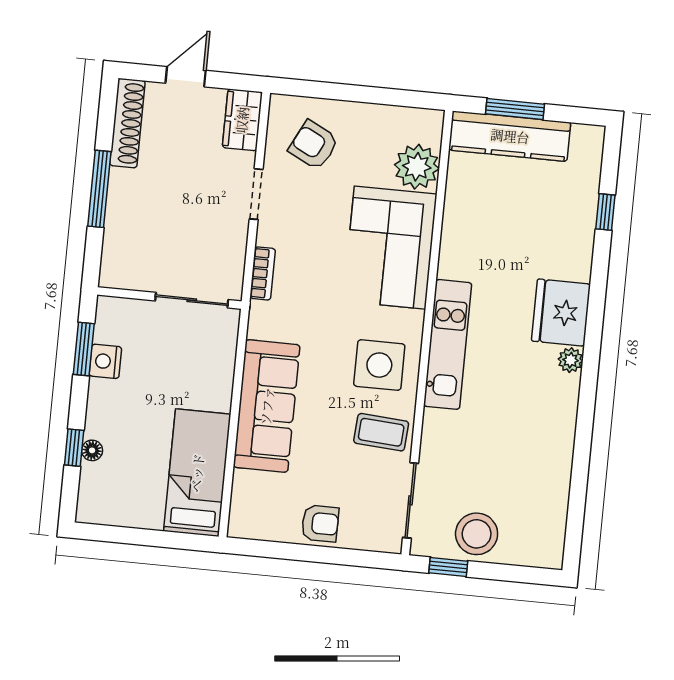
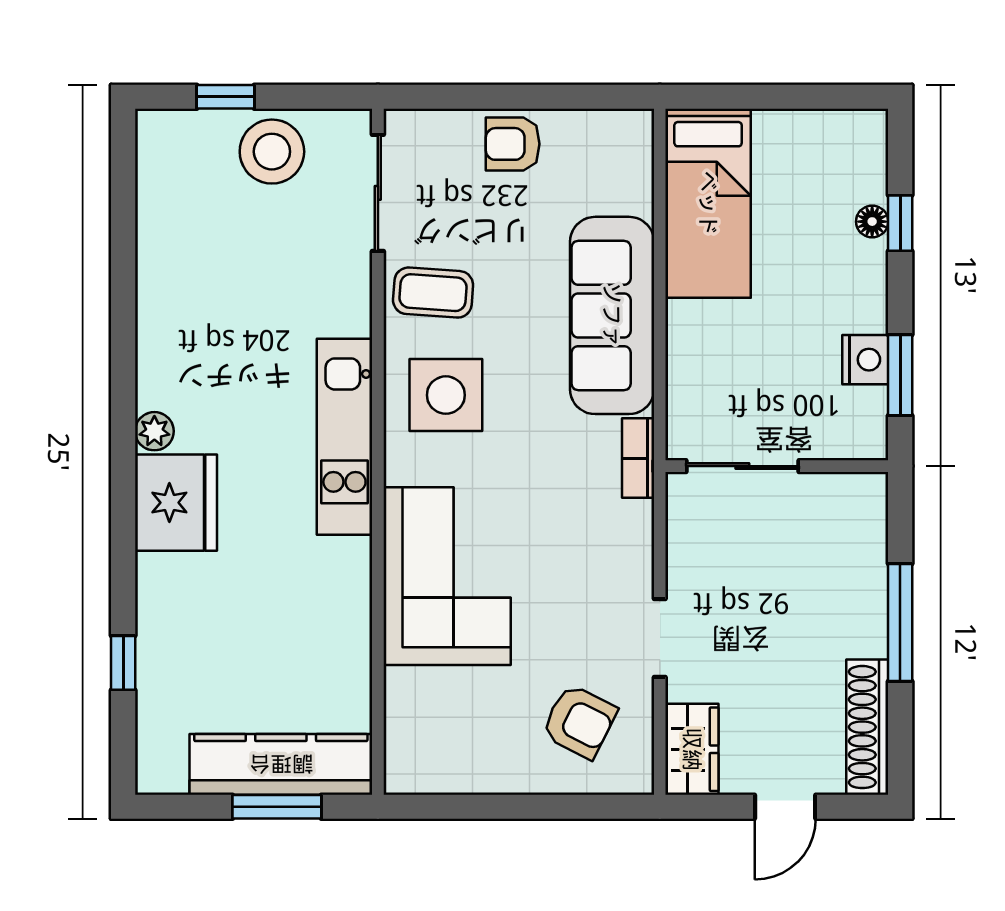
plant: (417, 167) -> (418, 704), removed
bookcase: (263, 273) -> (638, 458), moved
window: (448, 567) -> (226, 97), moved

